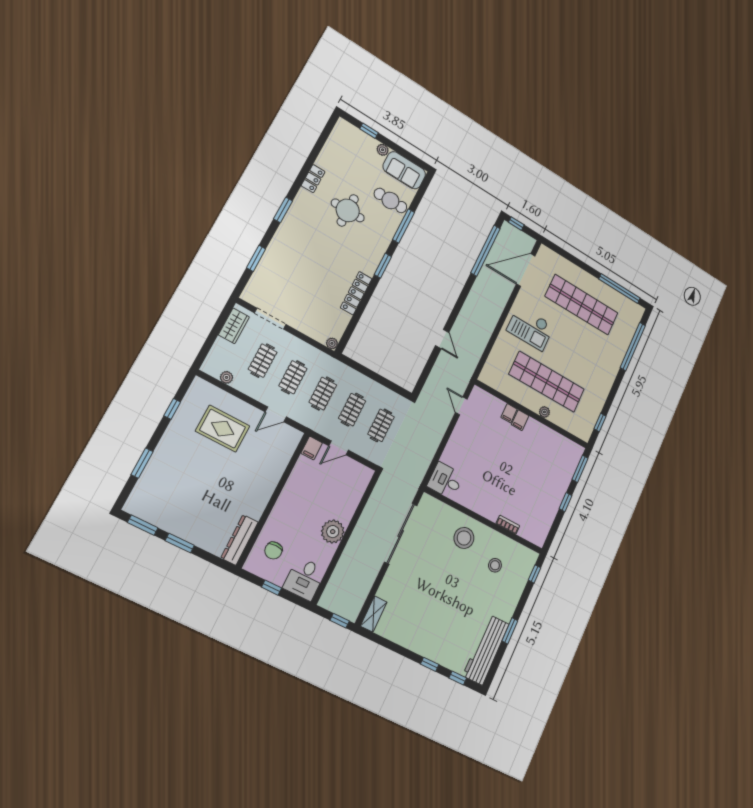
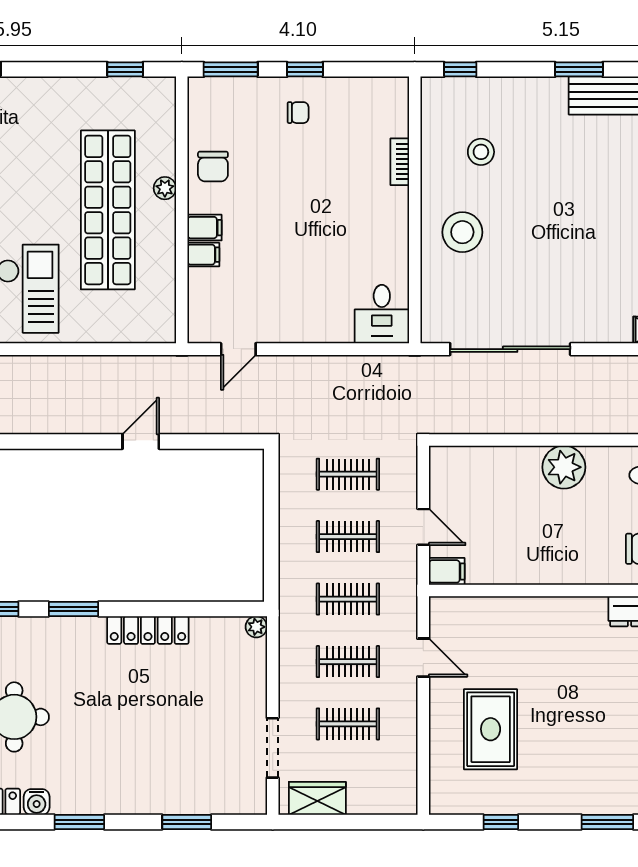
water cooler: (303, 197) -> (37, 802), added
plant: (226, 377) -> (406, 766), removed
chair: (544, 438) -> (213, 167), added
chair: (549, 489) -> (298, 113), added

